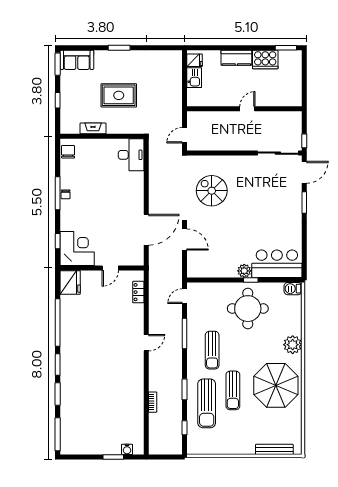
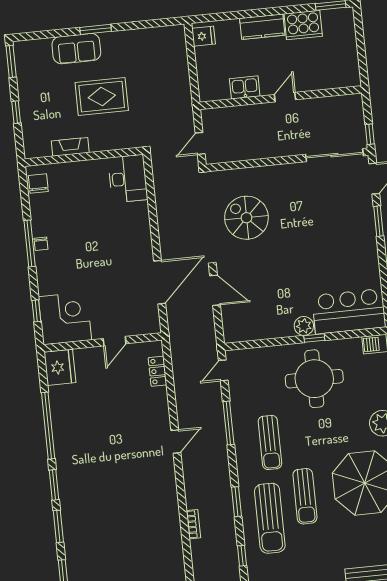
sofa: (77, 60) -> (76, 49), moved
kitchen sink: (194, 78) -> (245, 87), moved, turned -90

